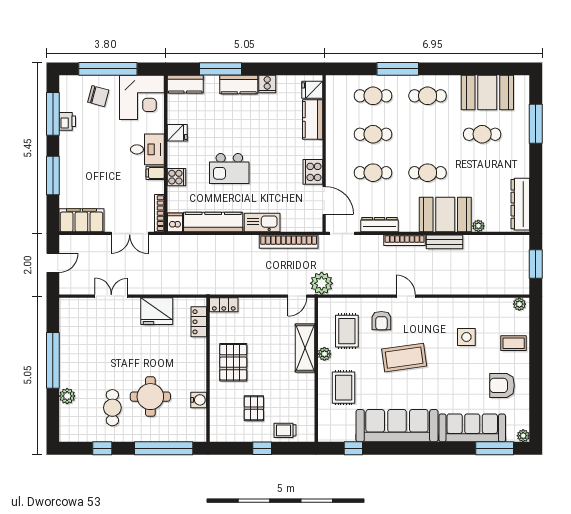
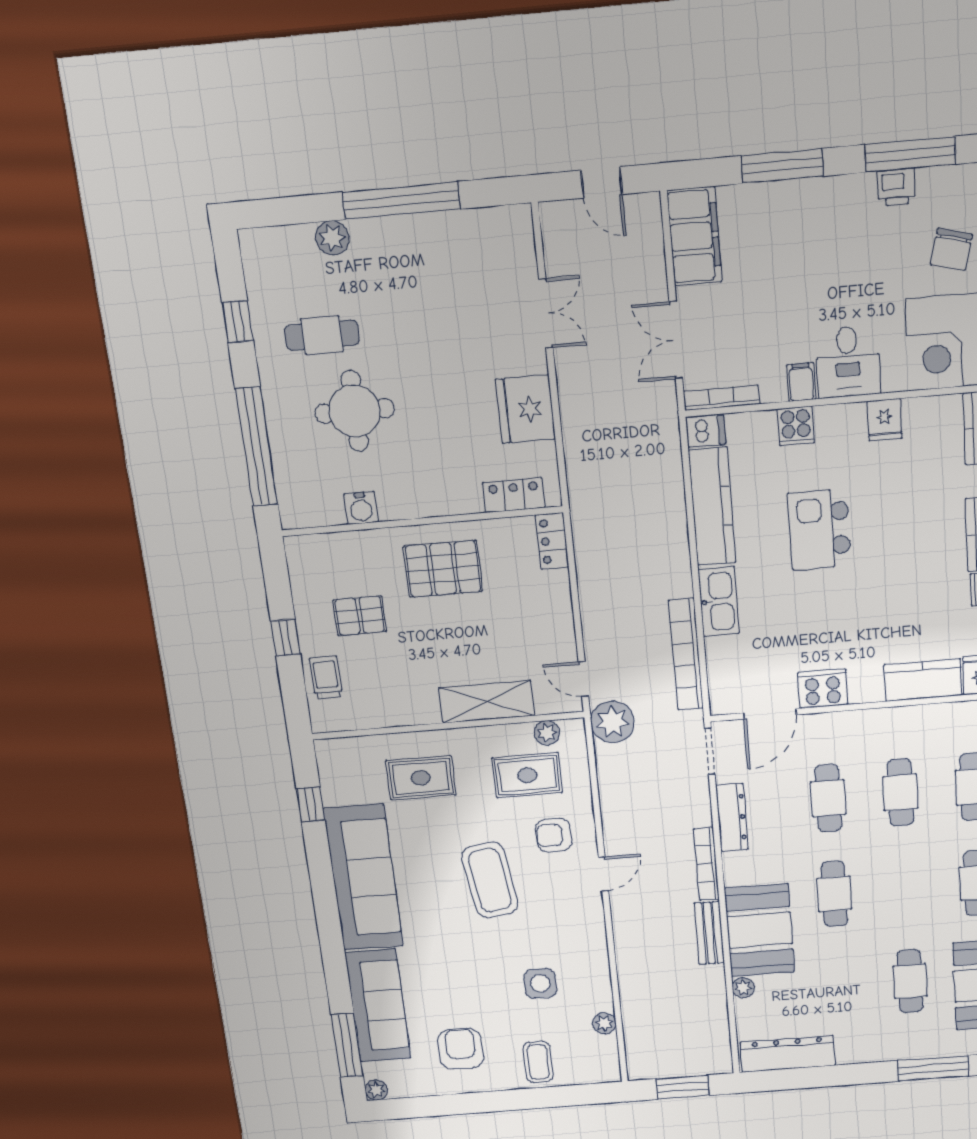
plant: (519, 304) -> (604, 1023), moved
plant: (324, 354) -> (547, 733), moved

